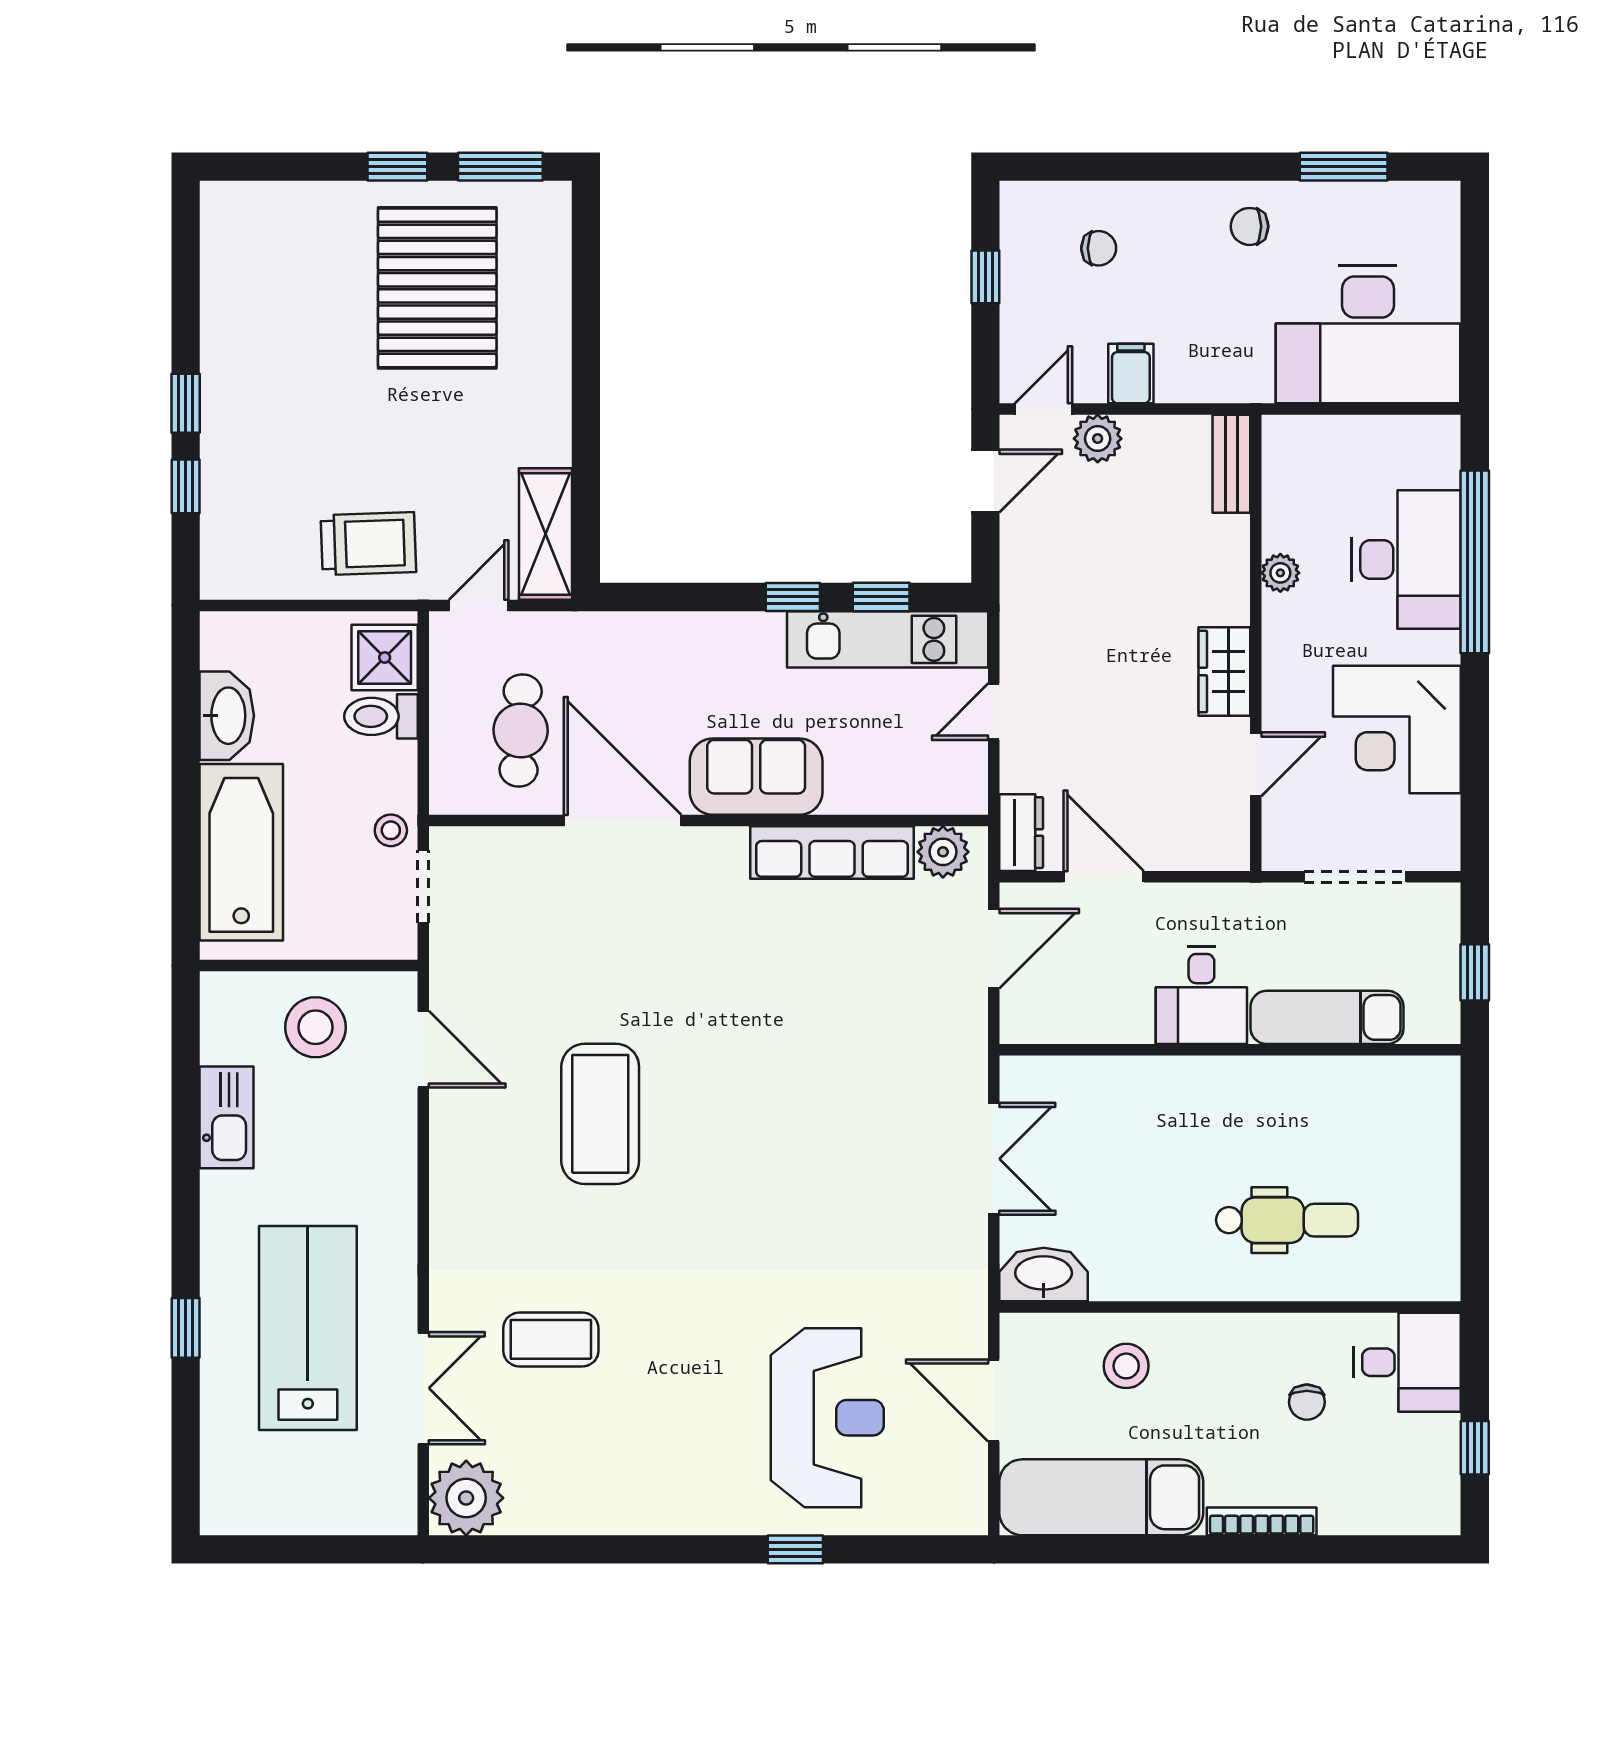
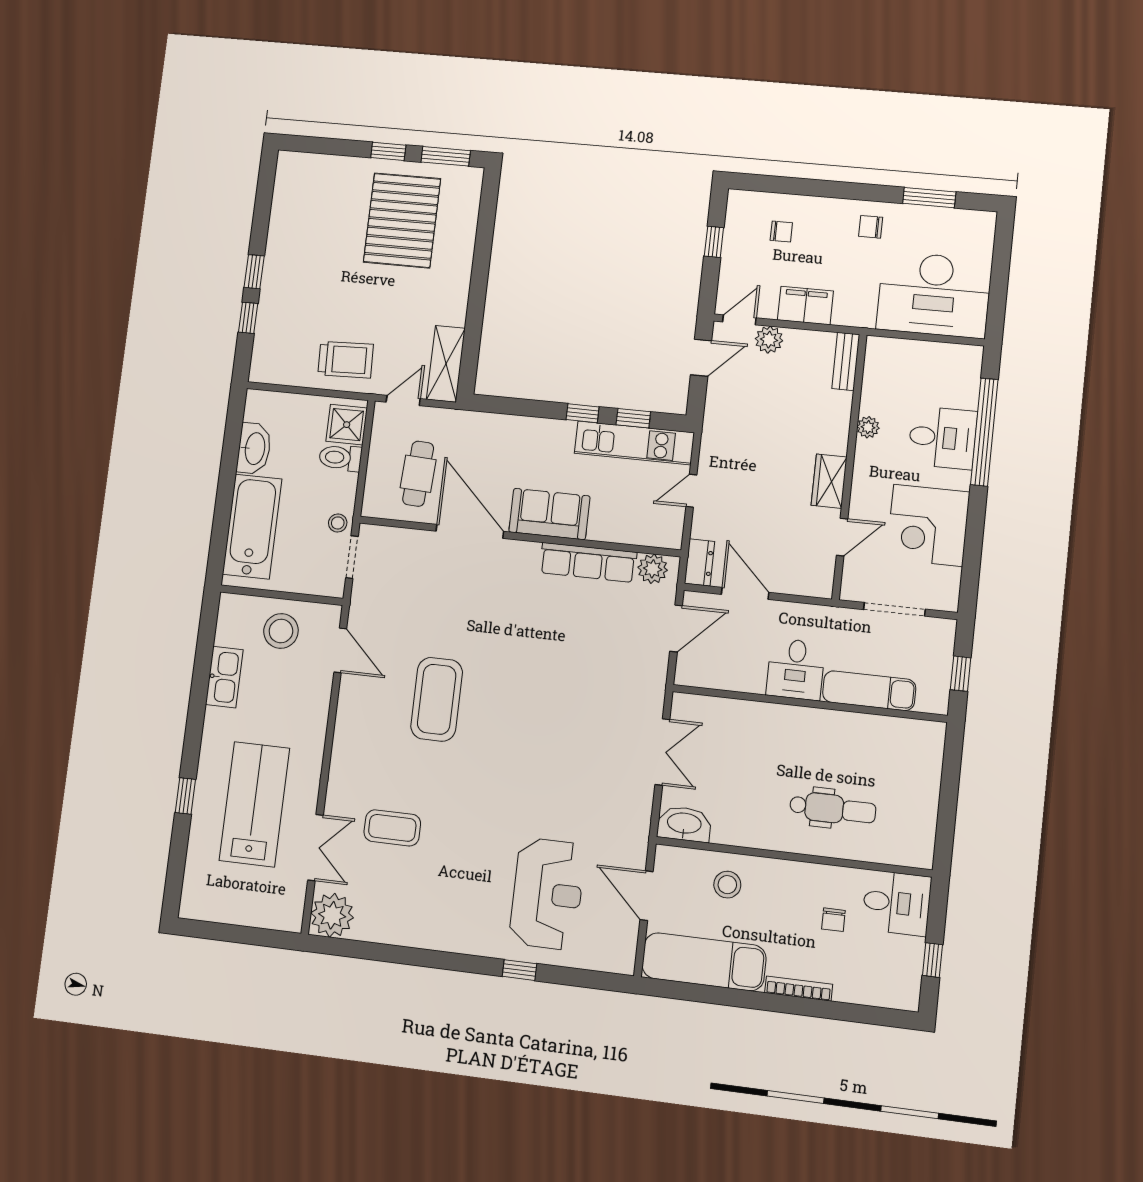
filing cabinet: (1131, 373) -> (805, 306), width x2.00
desk: (1406, 559) -> (942, 438), width x0.73

